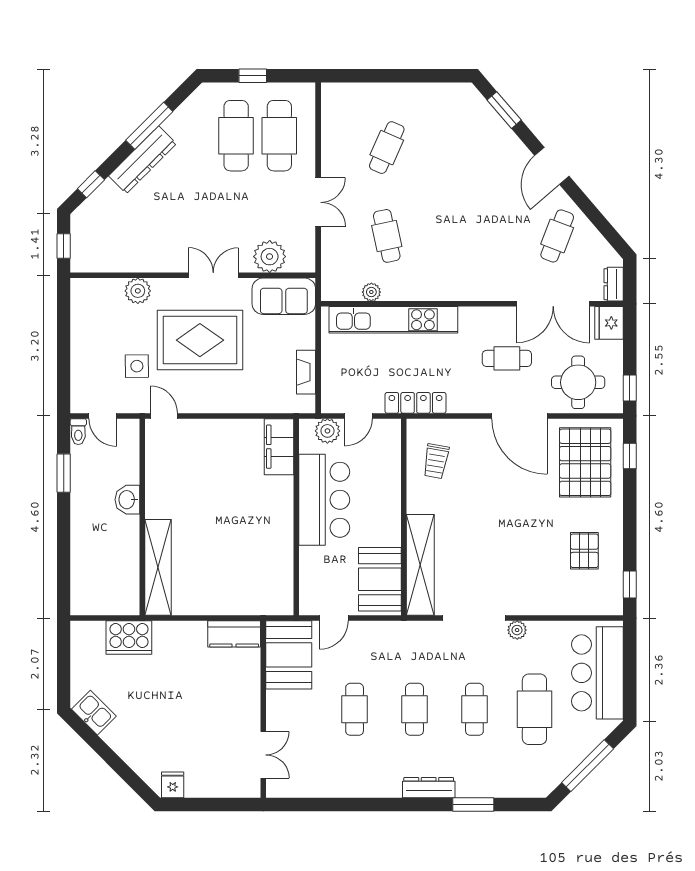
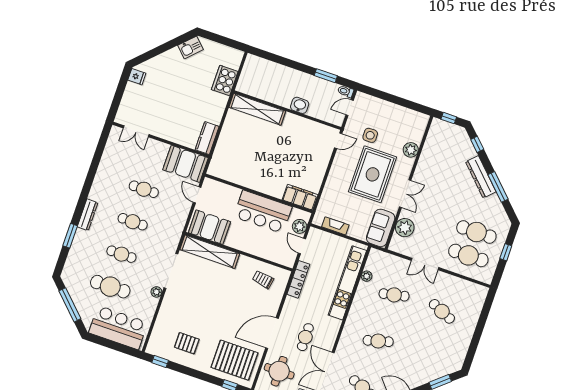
cafe table: (472, 236) -> (378, 341), added

